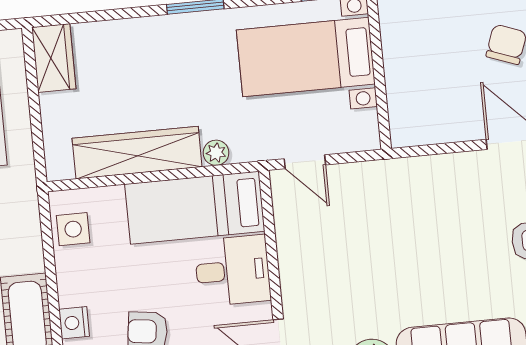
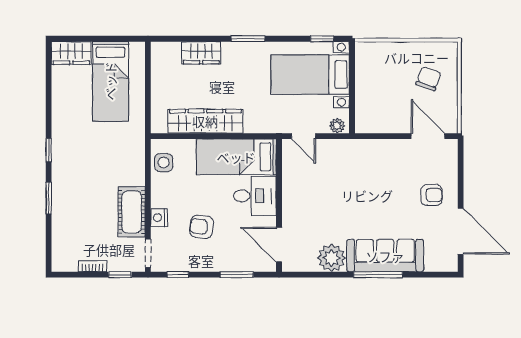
wardrobe: (54, 58) -> (201, 53), moved, turned 90
plant: (216, 153) -> (337, 126), moved

